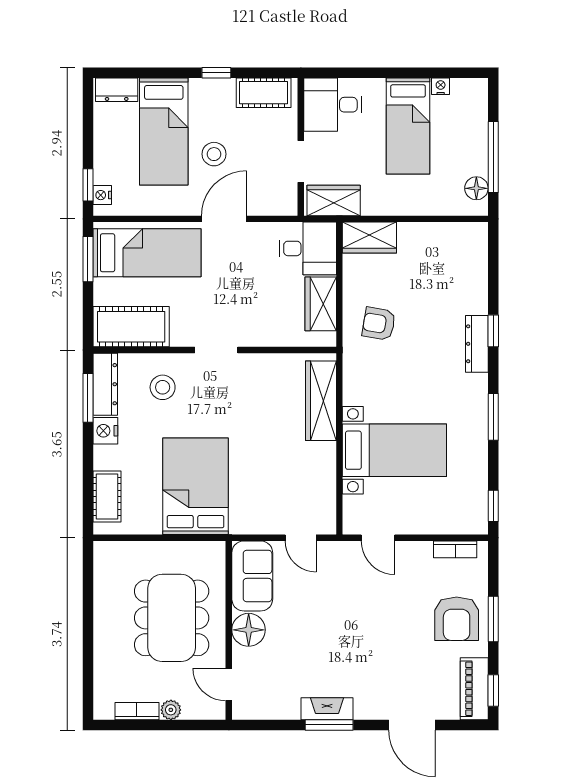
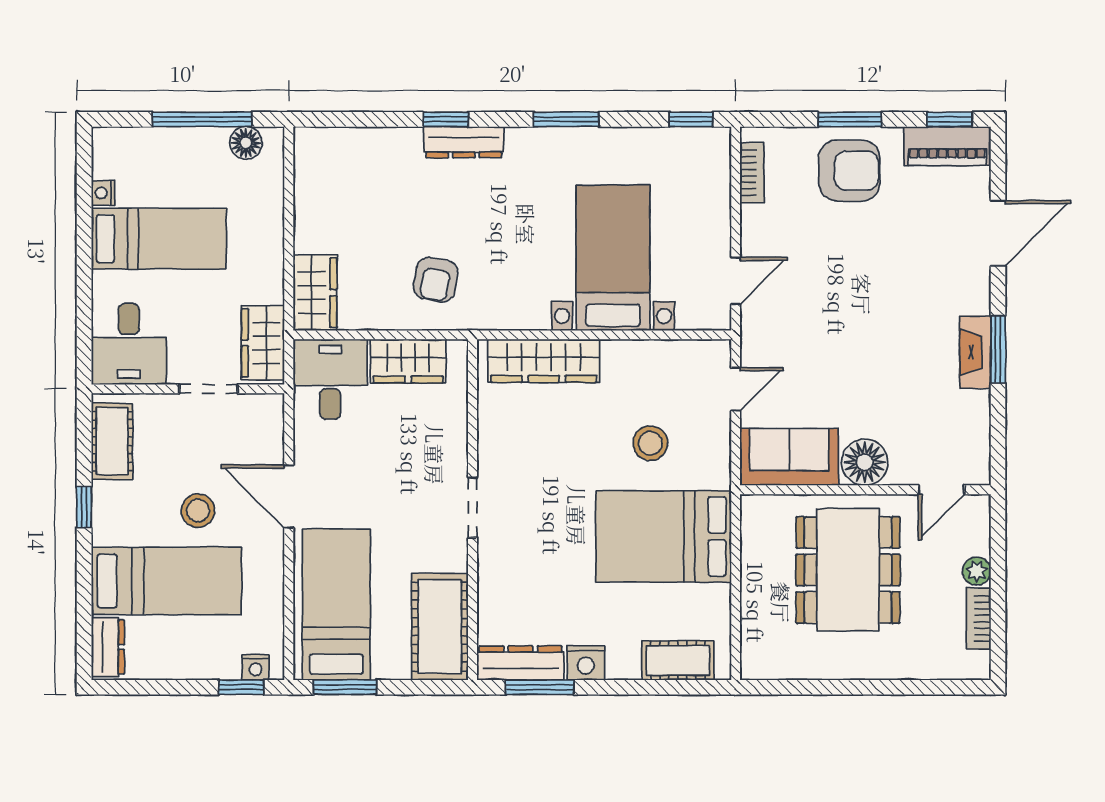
stool: (163, 387) -> (650, 443), moved
dining table: (172, 618) -> (848, 570), turned 90

